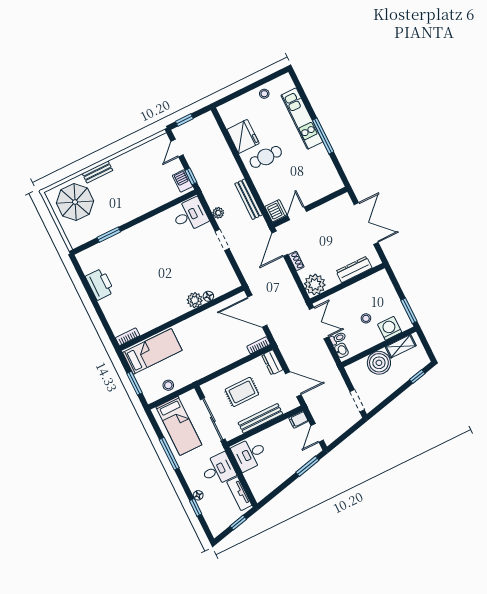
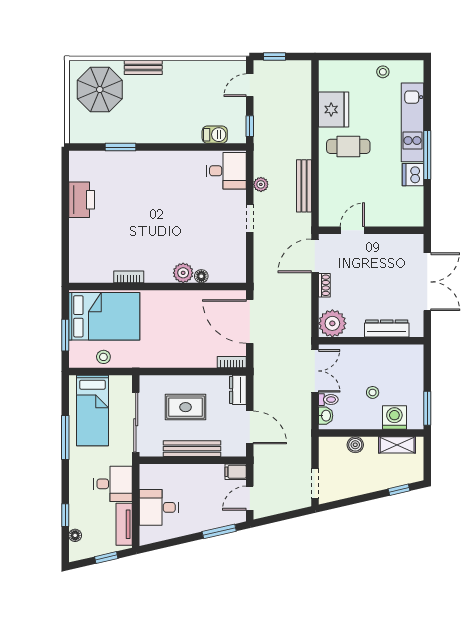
barbecue: (182, 181) -> (215, 135), moved, turned 90
dishwasher: (276, 211) -> (413, 175), moved, turned 180
bookcase: (128, 337) -> (129, 277), moved
bed: (152, 351) -> (104, 316), width x1.50
boiler: (379, 363) -> (355, 445), width x0.54, depth x0.54
desk: (250, 454) -> (159, 507), moved
floor lamp: (198, 495) -> (75, 535), moved

